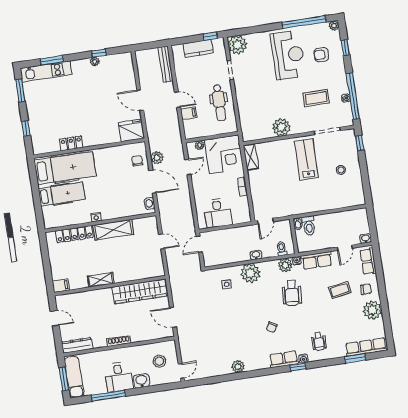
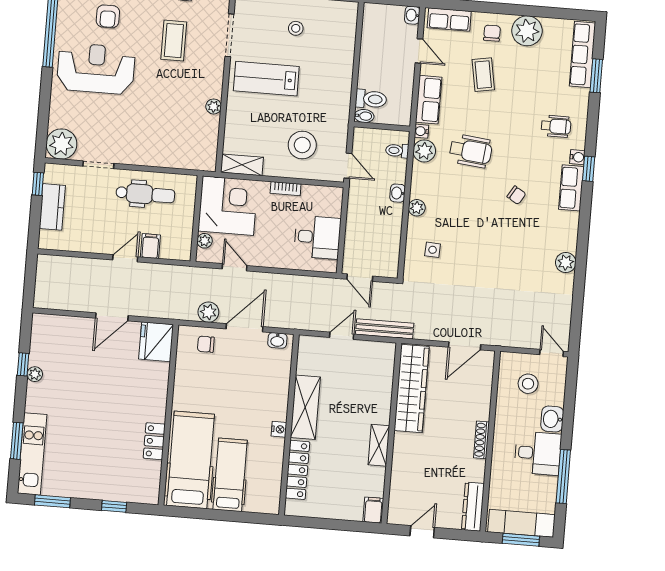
bench: (166, 64) -> (385, 329), moved
plant: (281, 127) -> (214, 106), width x0.53, depth x0.53
stool: (271, 191) -> (302, 145), added
plant: (250, 273) -> (417, 208), width x0.53, depth x0.53

